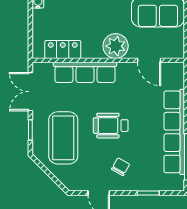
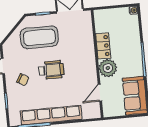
locker: (63, 49) -> (103, 46), moved
row of seats: (85, 72) -> (87, 48), removed
wheelchair: (111, 126) -> (51, 70), turned 90

